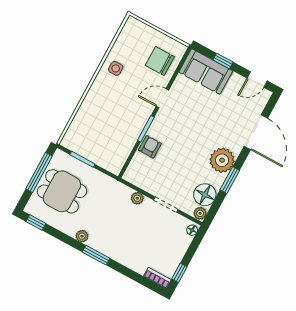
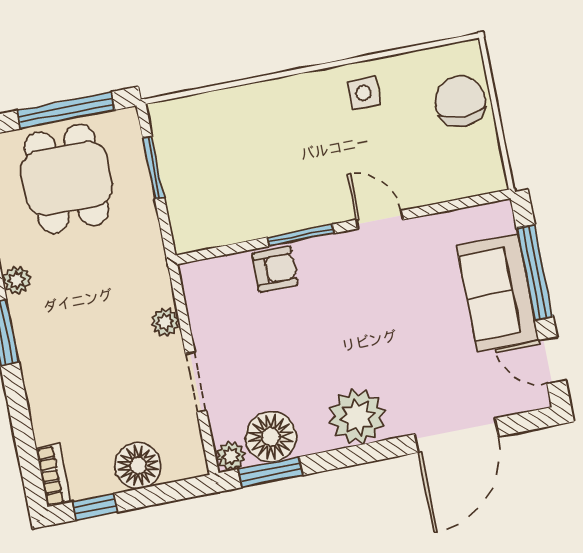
chair: (160, 61) -> (460, 101), moved
window: (223, 61) -> (535, 272), width x2.17
sofa: (206, 71) -> (498, 293), moved
window: (230, 180) -> (271, 472), moved
floor lamp: (192, 230) -> (138, 466), moved, width x1.89, depth x1.89

